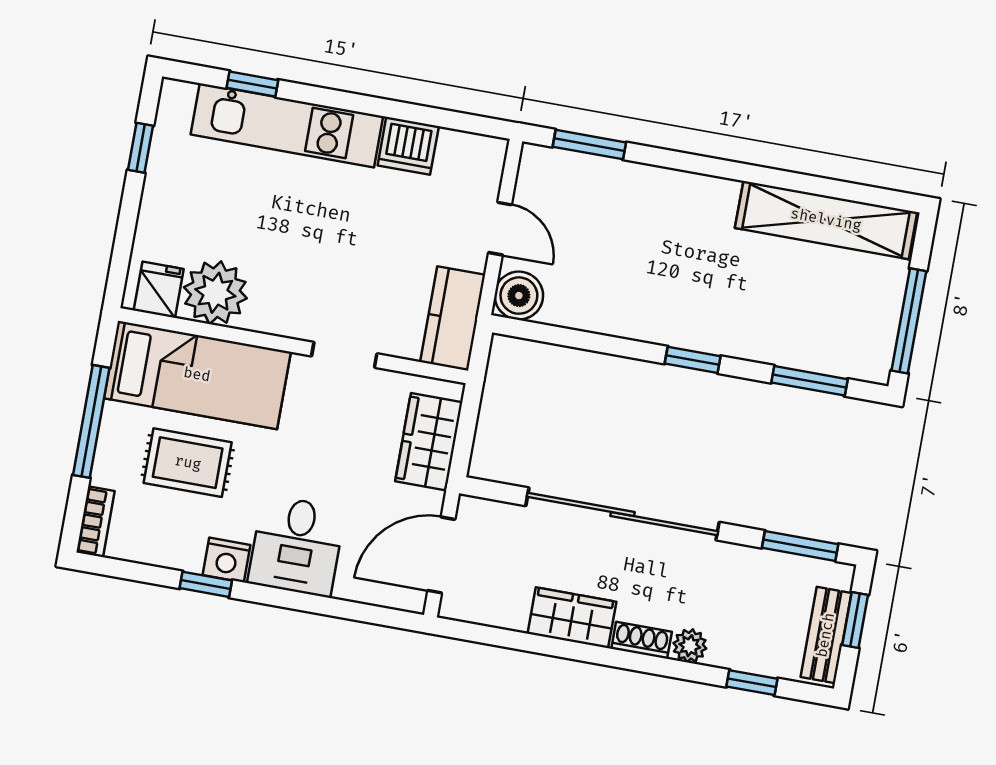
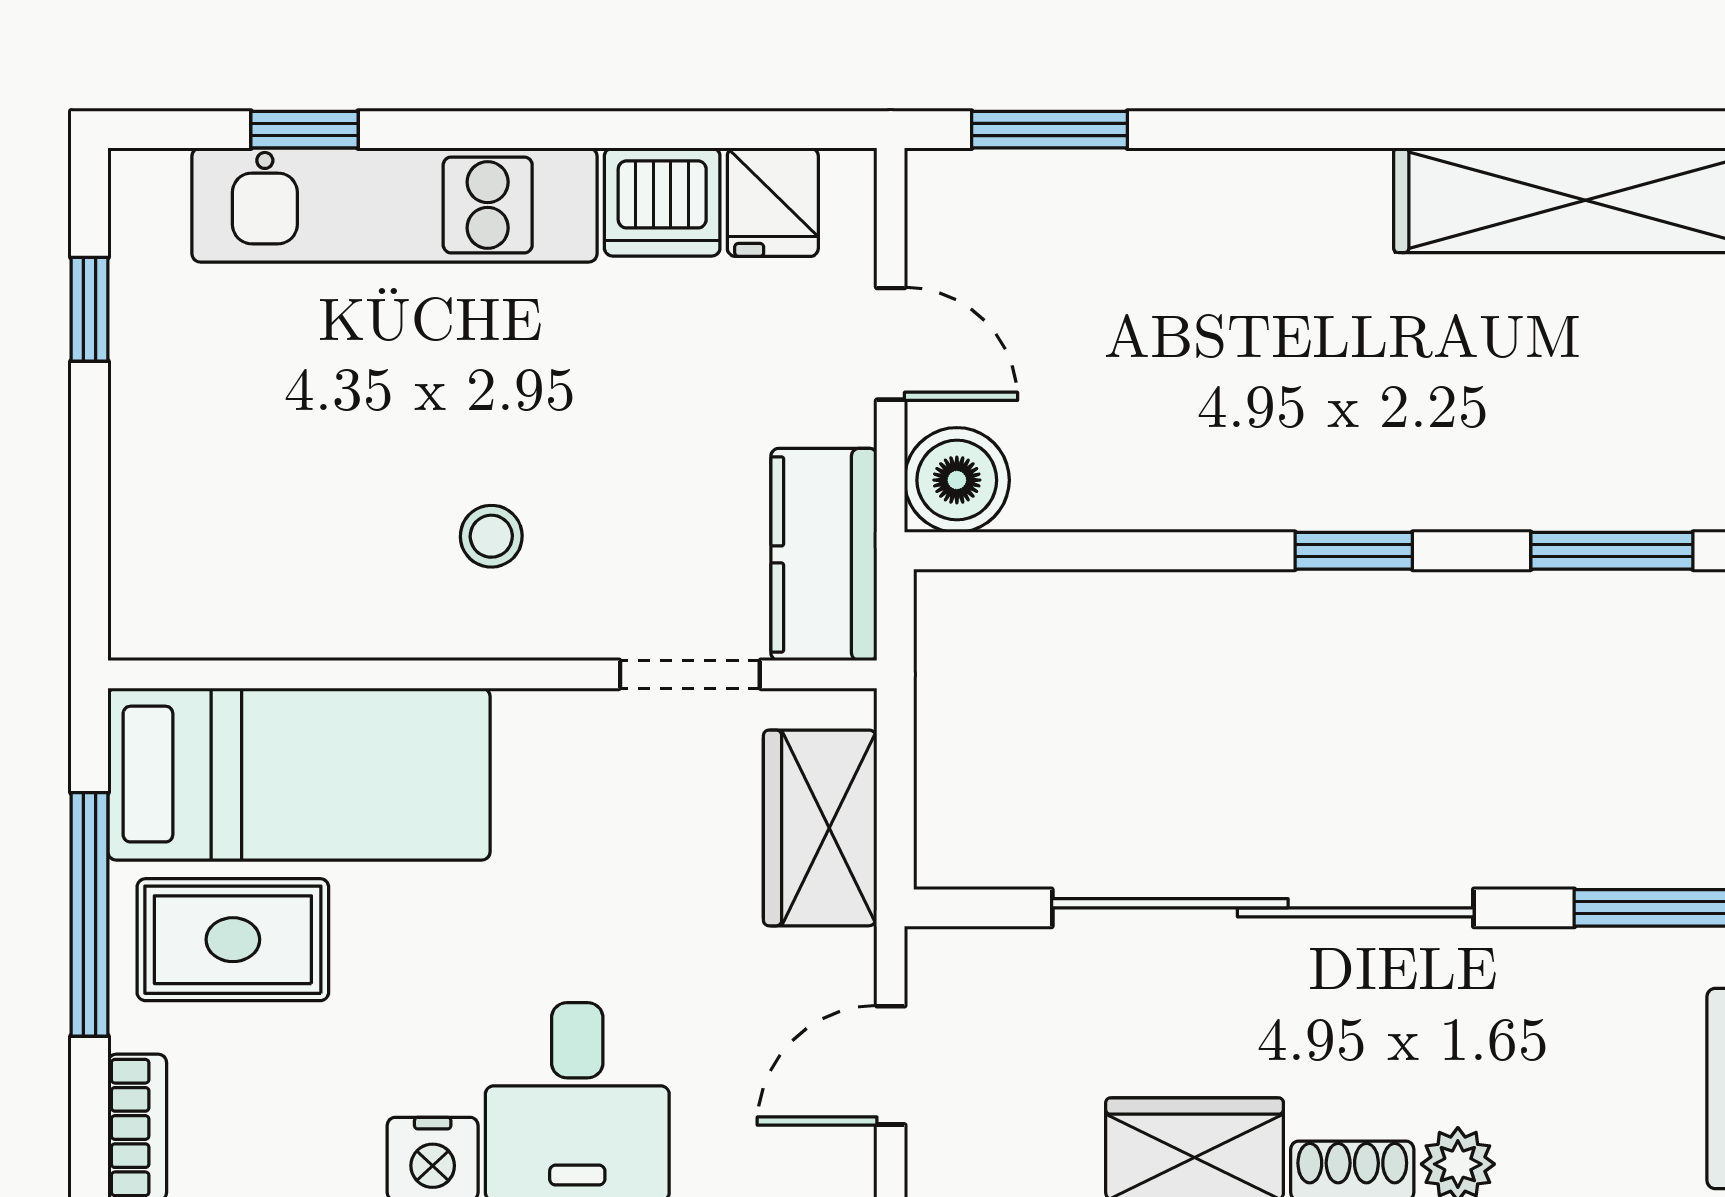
stool: (304, 283) -> (491, 536), added
fridge: (159, 290) -> (773, 202), moved, turned 180
plant: (215, 293) -> (306, 591), removed
doorway: (344, 355) -> (690, 674), moved
rug: (188, 463) -> (233, 940), moved
door: (441, 555) -> (891, 1065), width x0.73

